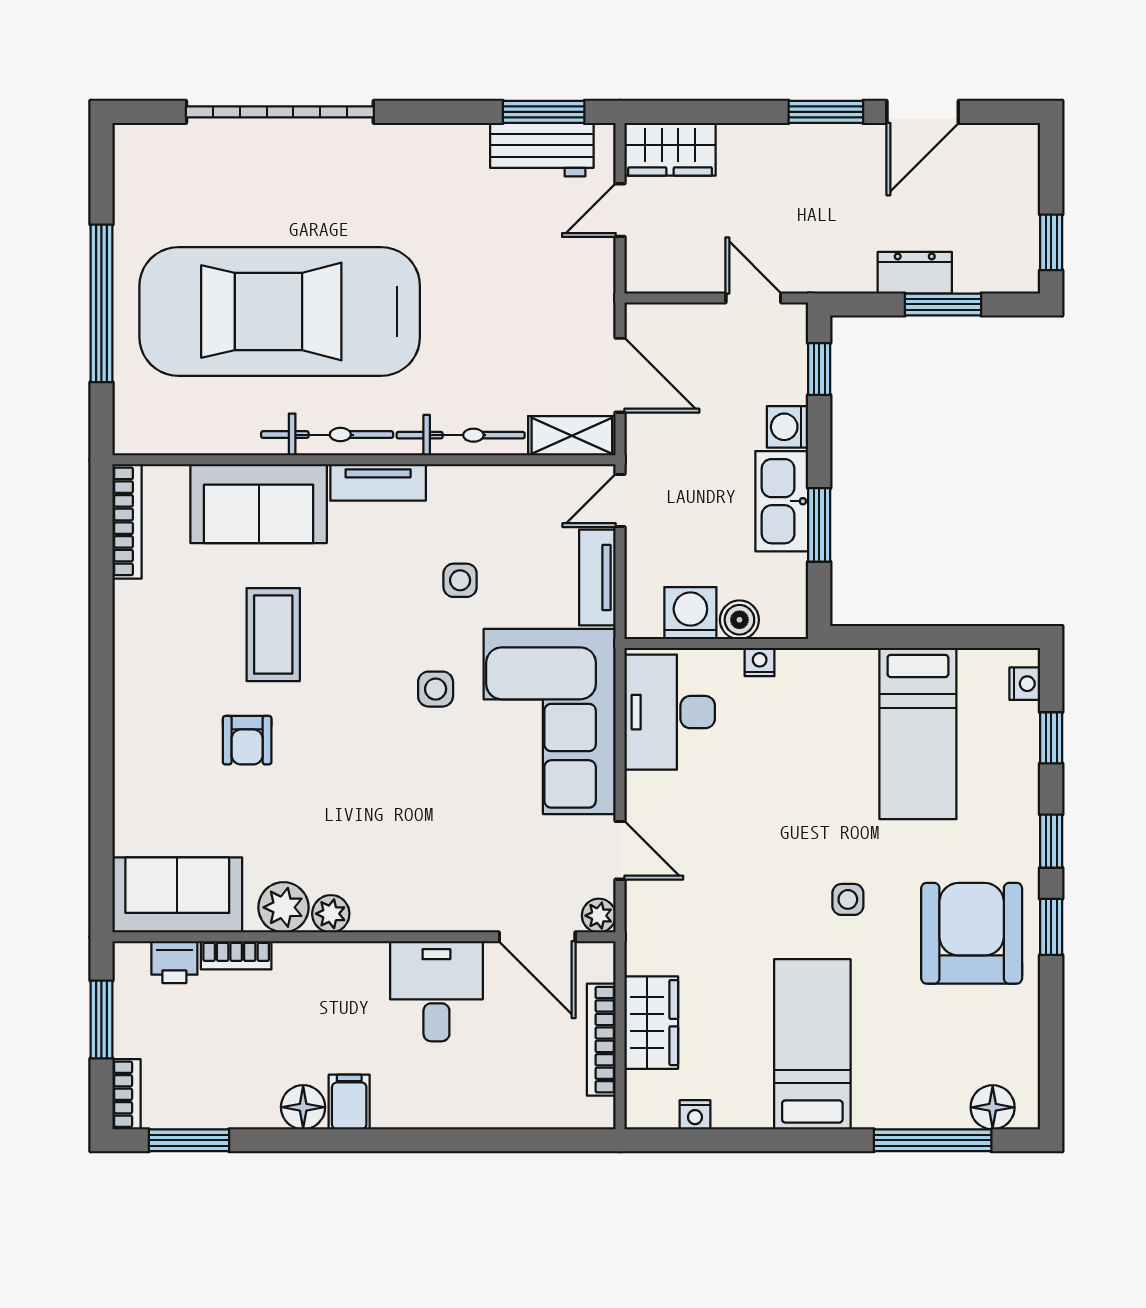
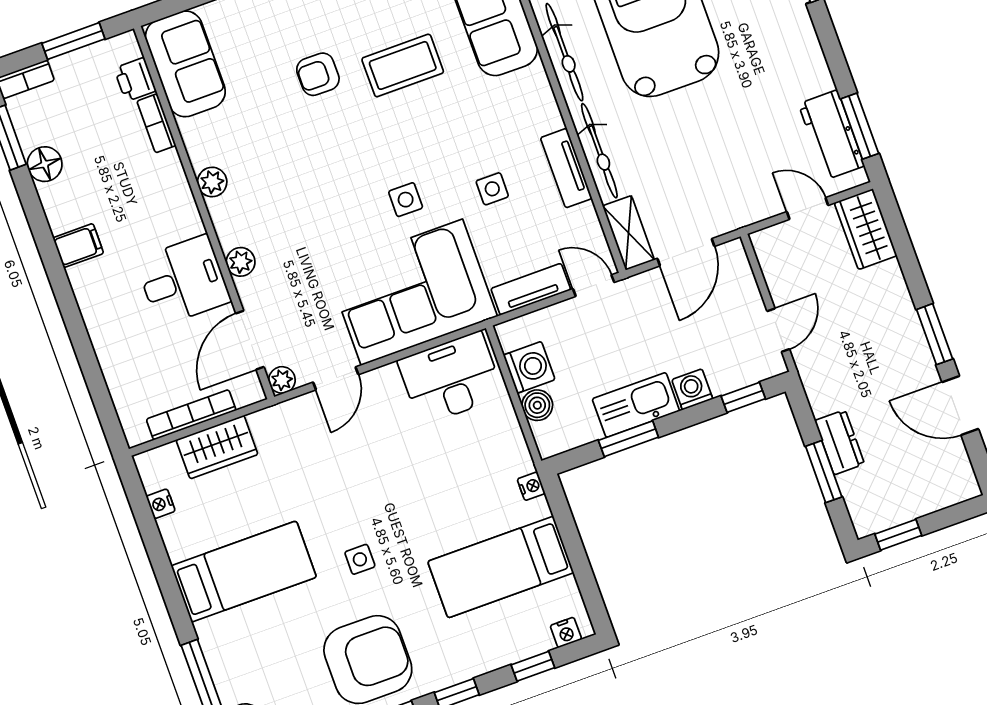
tv unit: (378, 482) -> (566, 168), moved
nightstand: (760, 662) -> (531, 486), moved
plant: (283, 907) -> (241, 262), moved, width x0.73, depth x0.73
floor lamp: (303, 1107) -> (45, 164), moved

